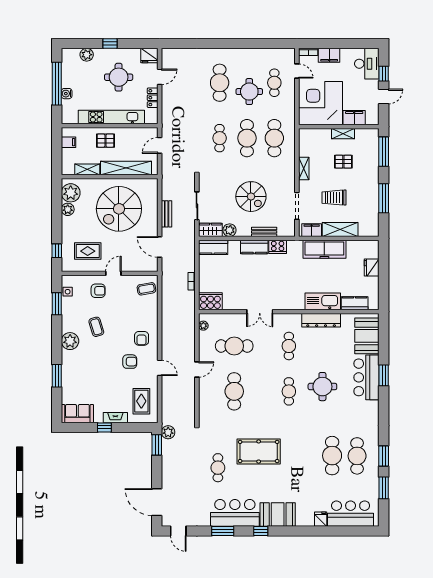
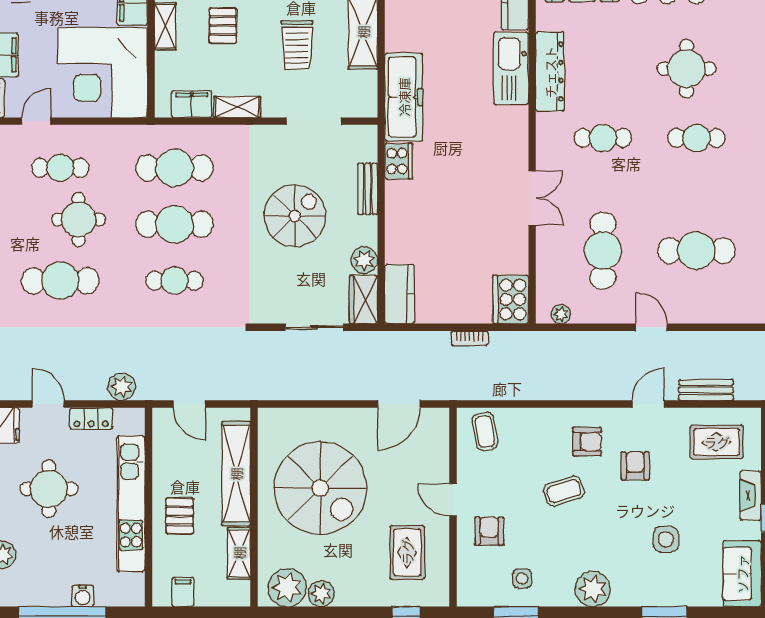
plant: (168, 113) -> (122, 387), added
bench: (167, 214) -> (706, 390), moved
filing cabinet: (312, 230) -> (192, 104), moved, turned 90
kitchen counter: (254, 247) -> (399, 209), removed
freezer: (324, 249) -> (404, 97), moved
side table: (68, 292) -> (522, 578), moved
coffee table: (96, 327) -> (564, 491), moved
side table: (94, 377) -> (666, 539), added

